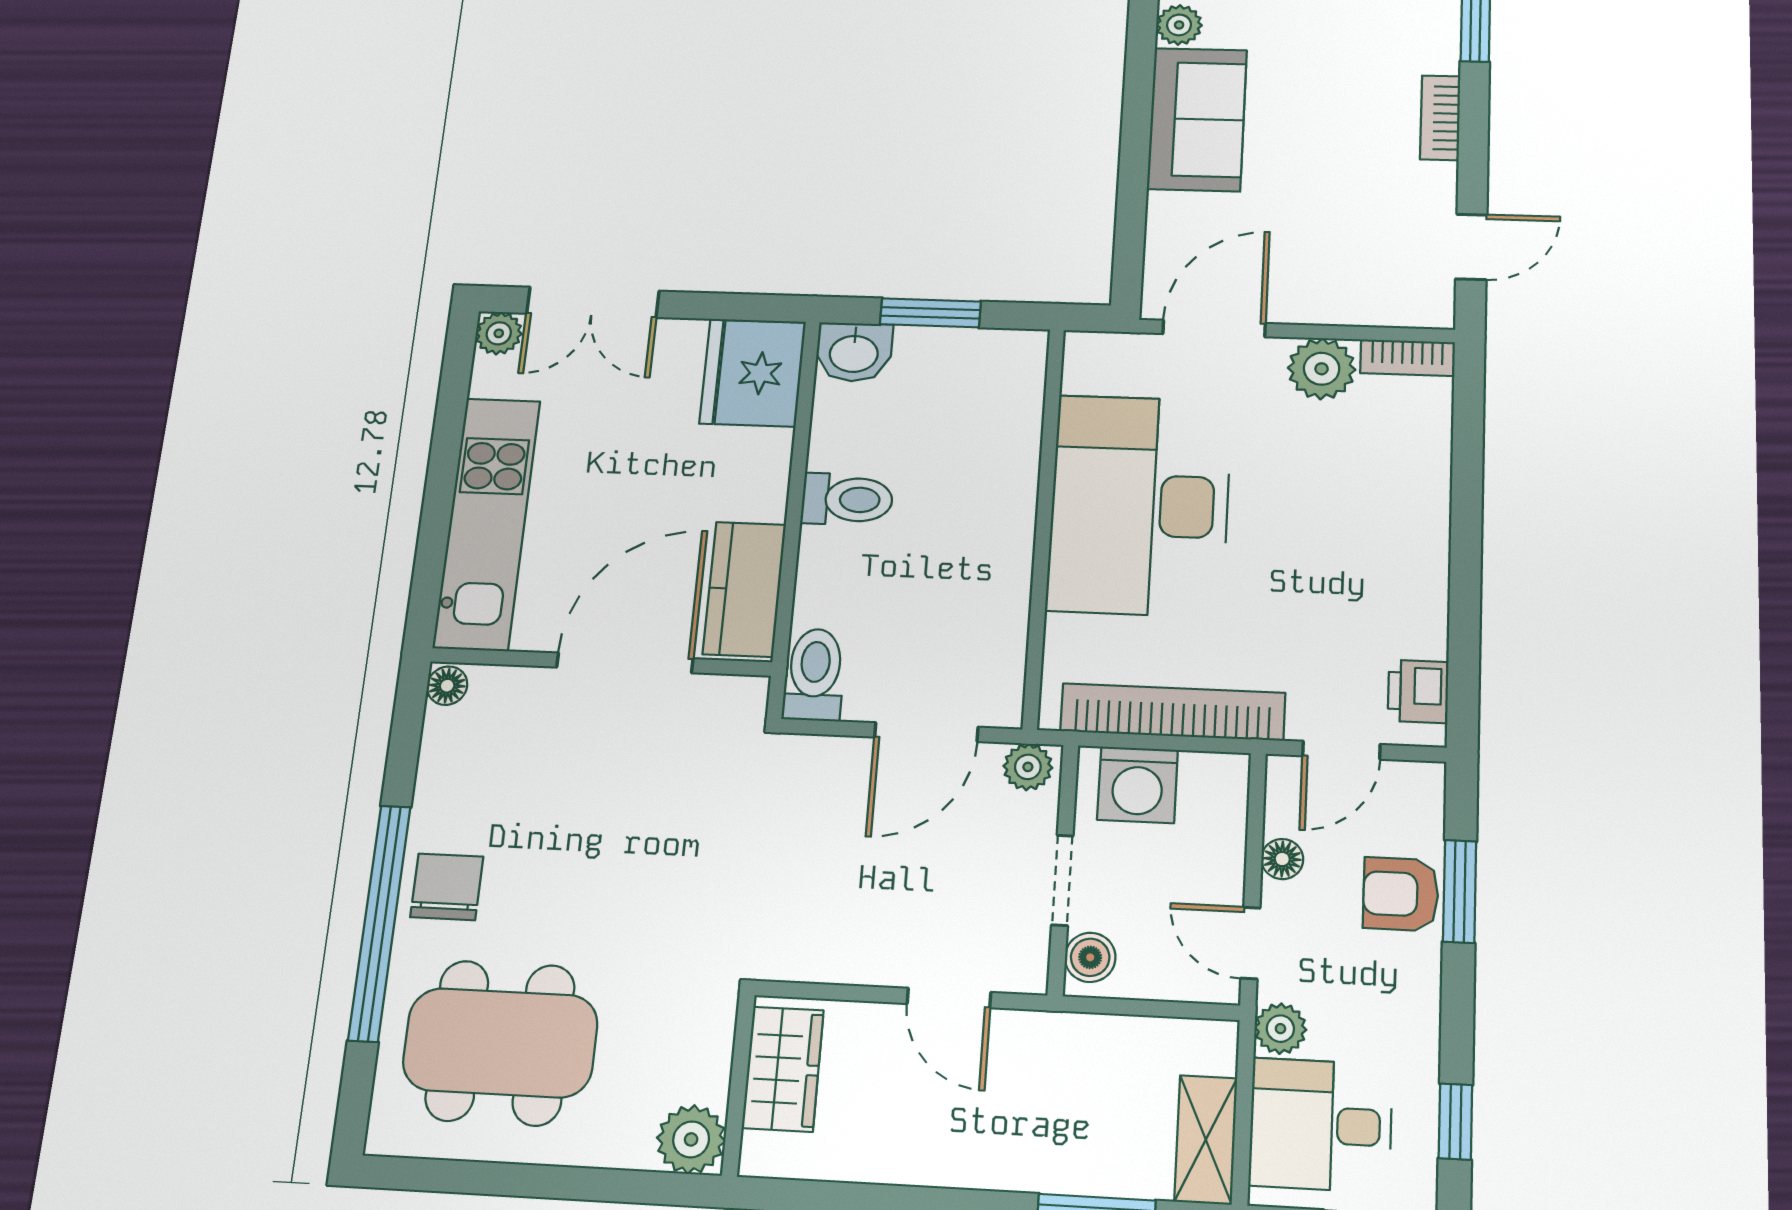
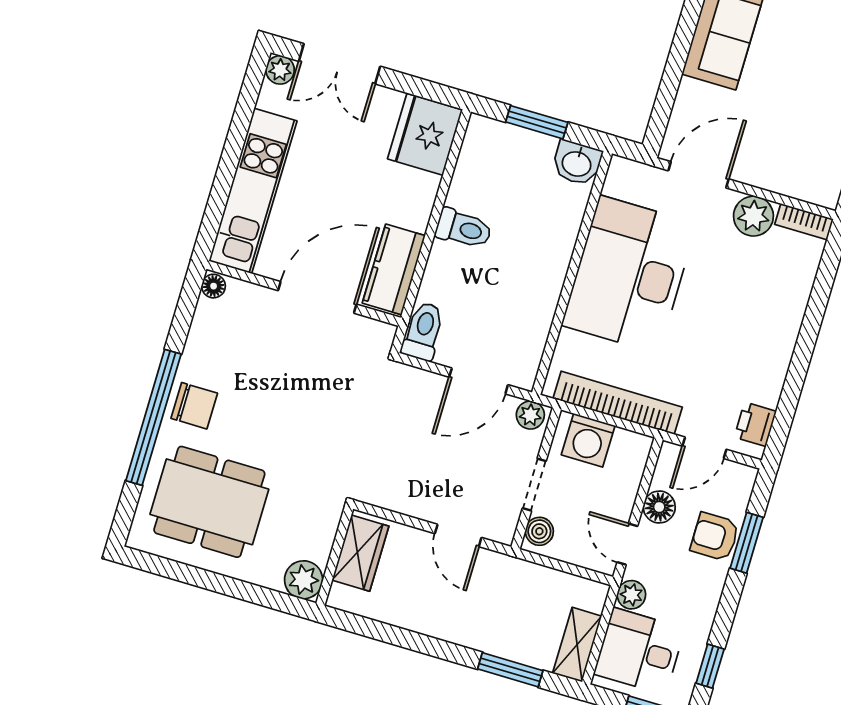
washbasin: (854, 352) -> (577, 163), moved
floor lamp: (1282, 859) -> (659, 507), width x1.37, depth x1.37
chair: (447, 887) -> (194, 406), turned 90

